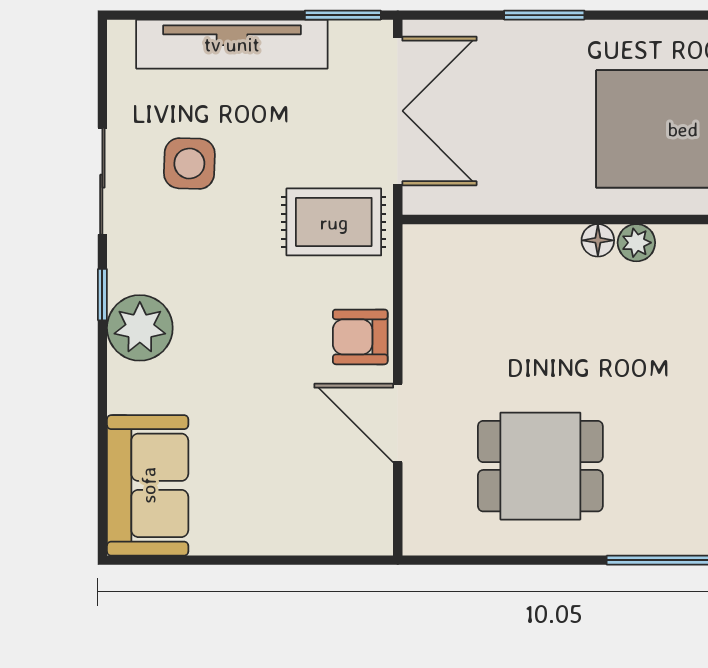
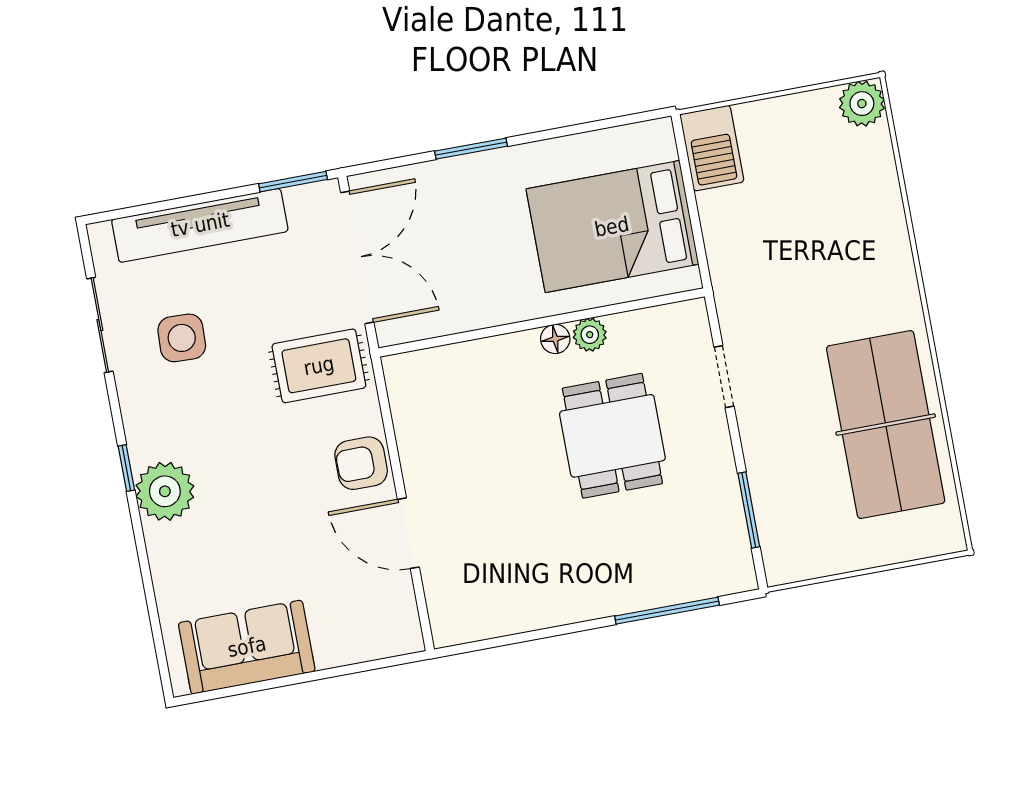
sliding door: (102, 181) -> (100, 325), moved
dining table: (540, 466) -> (612, 436), moved, turned 90
sofa: (148, 485) -> (247, 647), moved, turned -90

